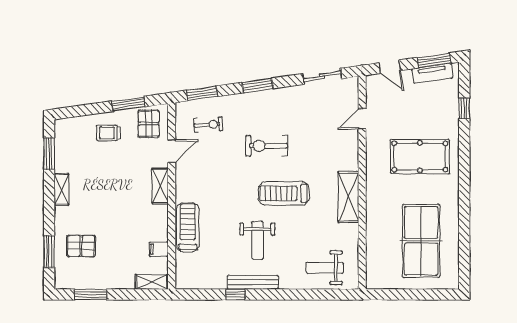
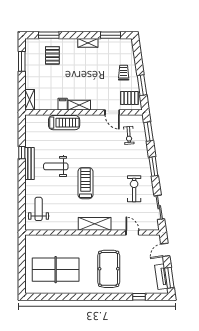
exercise bike: (267, 146) -> (134, 189), moved
shelving: (160, 186) -> (79, 105), moved
shelving: (348, 197) -> (95, 224), moved
filing cabinet: (159, 249) -> (63, 104), moved

